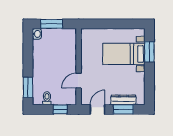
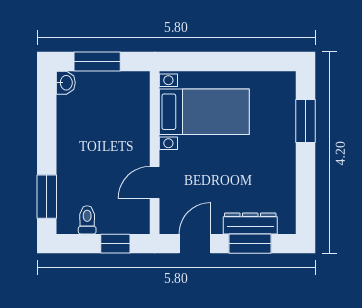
bed with nightstands: (124, 54) -> (204, 112), moved, turned 180

